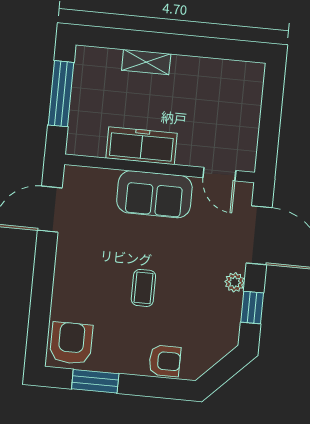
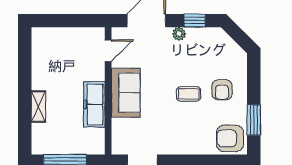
armchair: (165, 361) -> (222, 90), moved, turned 180

